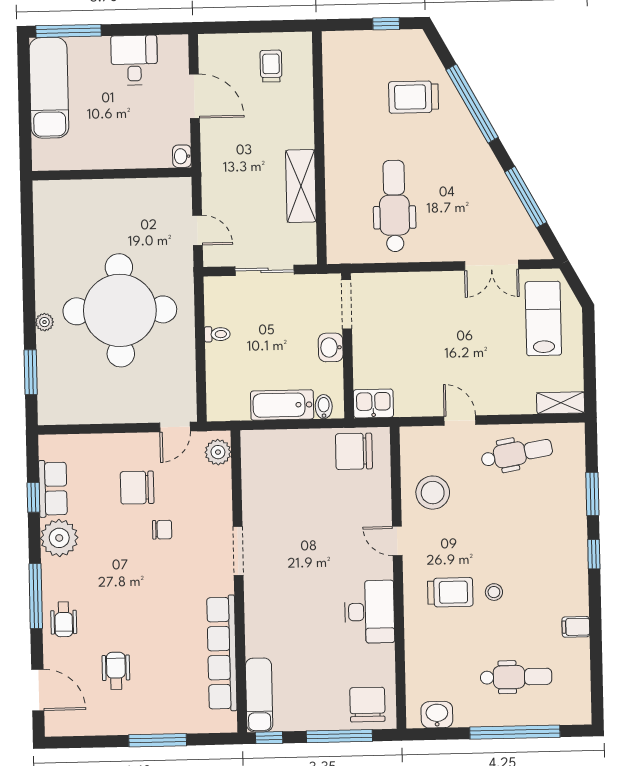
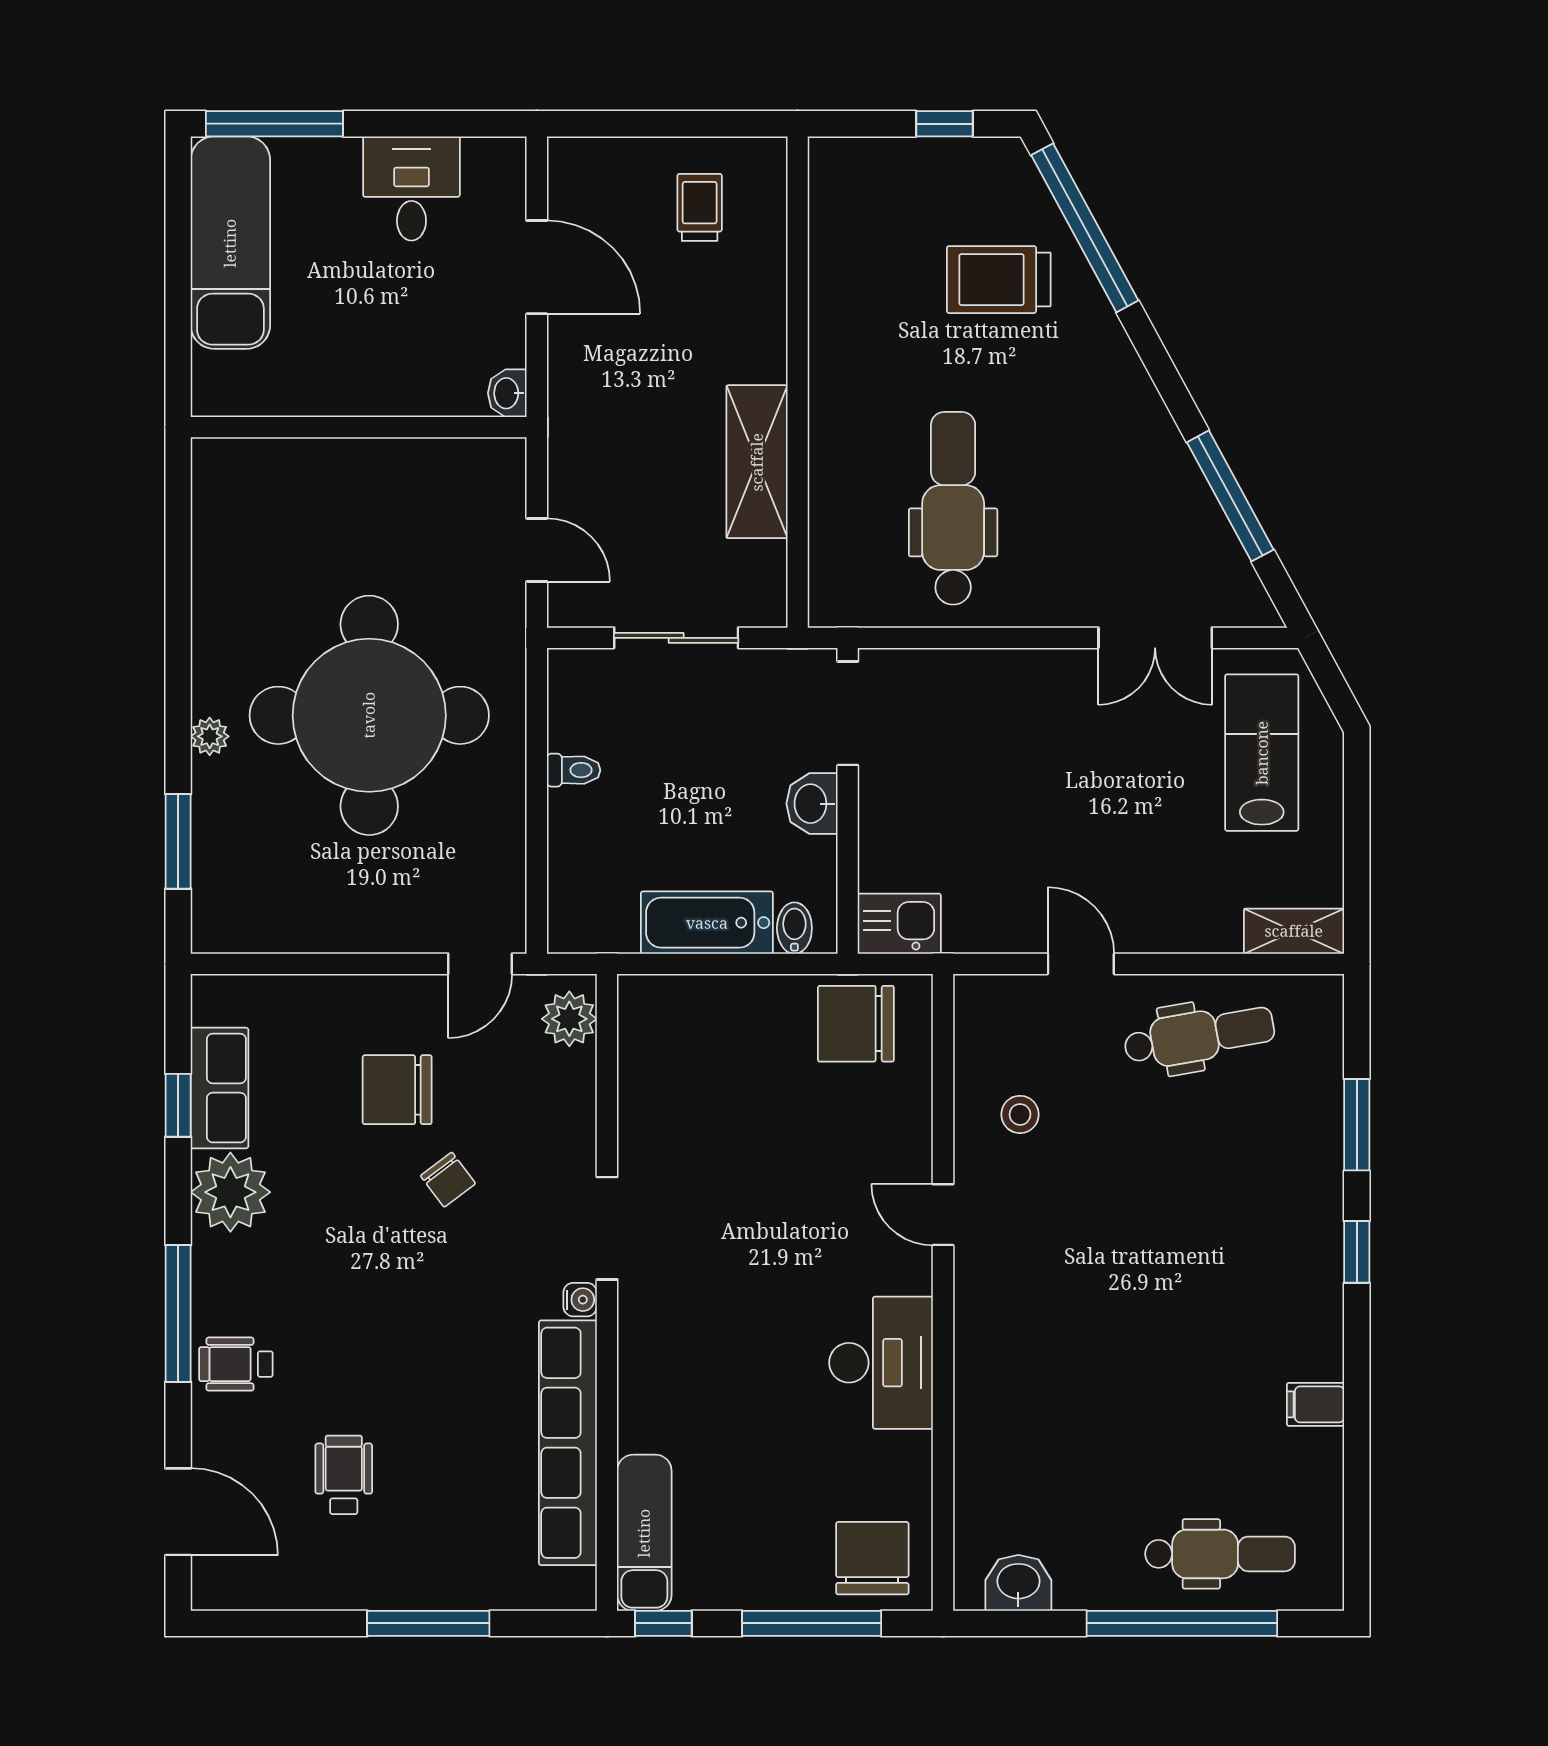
window: (472, 104) -> (1085, 228), moved
stool: (433, 493) -> (1020, 1114), width x0.53, depth x0.53
chair: (162, 530) -> (448, 1180), turned 53
water cooler: (226, 585) -> (580, 1300), added
trolley: (450, 592) -> (1052, 1325), removed
stool: (494, 592) -> (1144, 1327), removed
wheelchair: (64, 619) -> (236, 1364), turned 90
dental chair: (516, 677) -> (1220, 1554), moved

